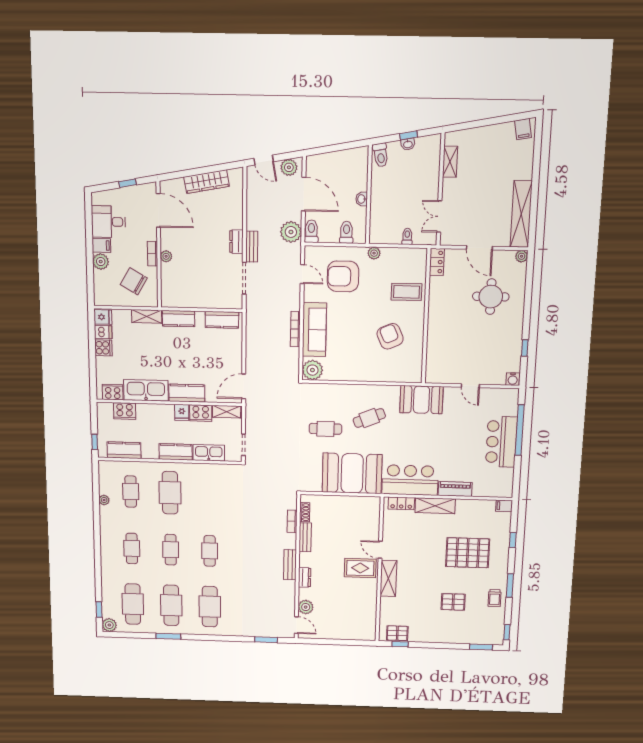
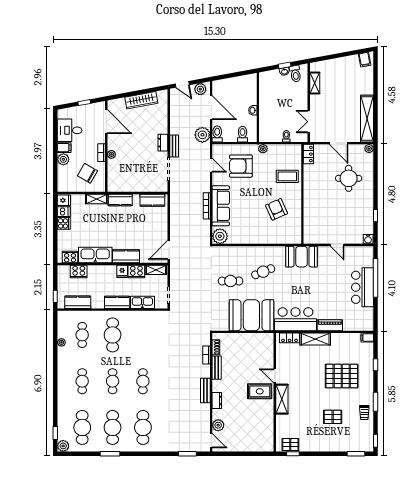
toilet: (381, 155) -> (295, 74), moved

